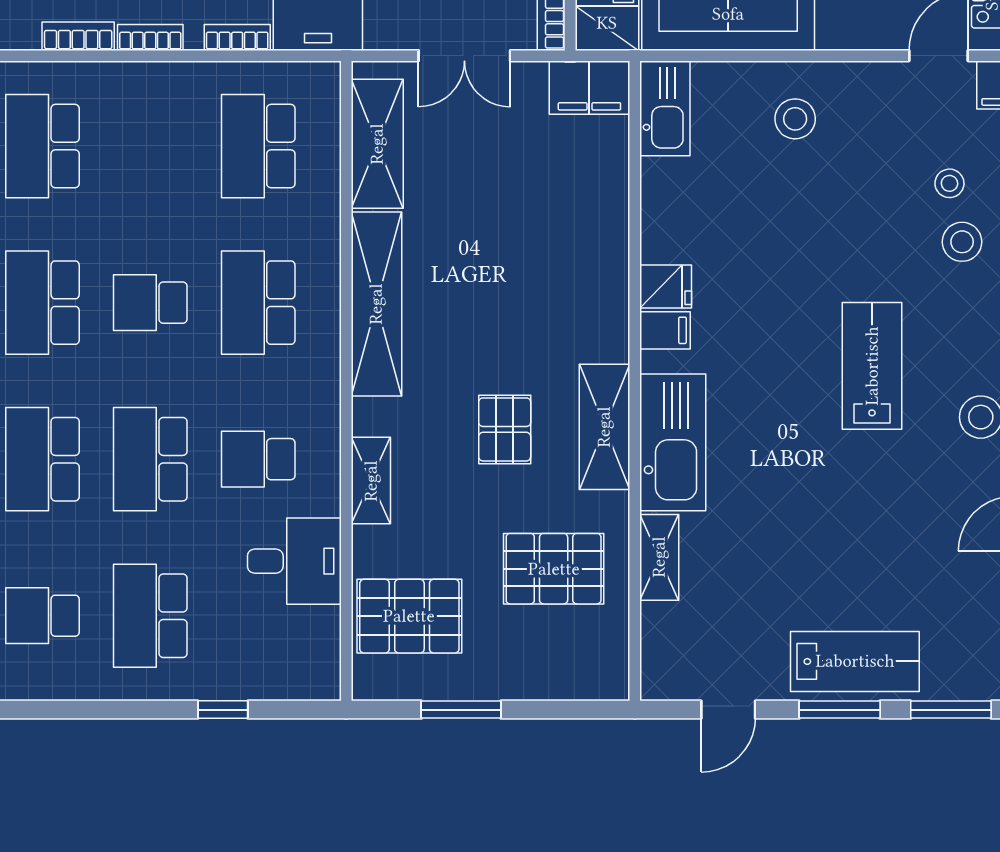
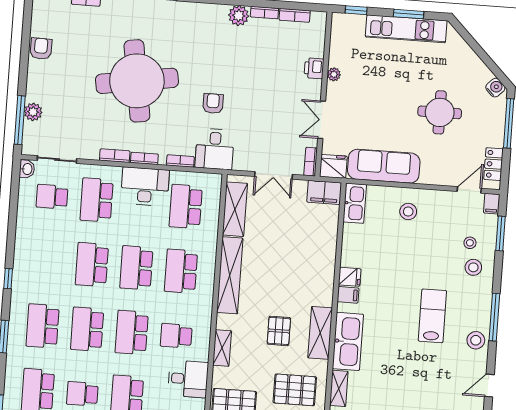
desk: (157, 105) -> (145, 186), added
school desk: (150, 303) -> (136, 268), width x1.85

